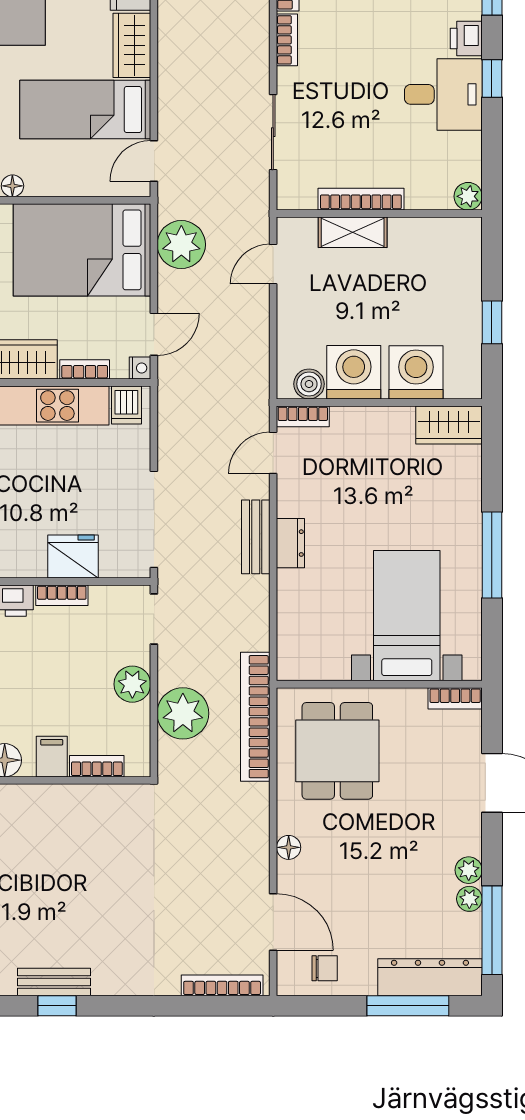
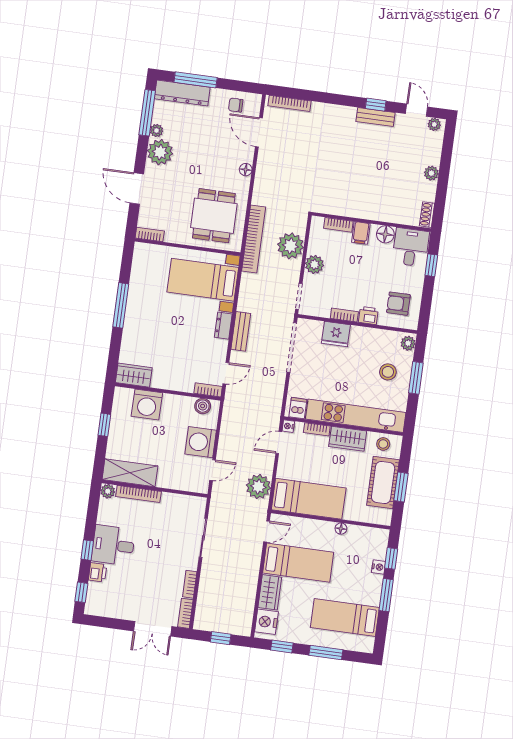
bookcase: (361, 199) -> (138, 494), moved
shelving: (353, 232) -> (130, 473), moved, width x1.50, depth x1.33
bed: (82, 250) -> (309, 499), width x0.67
washing machine: (354, 372) -> (201, 442), moved, turned 90
bed with nightstands: (407, 616) -> (203, 280), moved, turned 90
plant: (469, 870) -> (160, 152), width x1.87, depth x1.87

